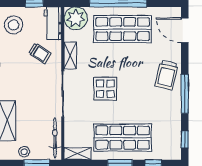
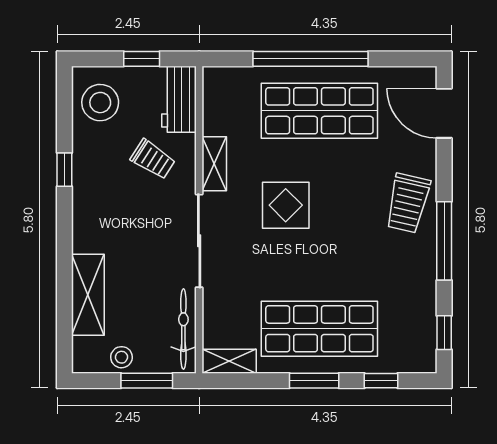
plant: (76, 18) -> (225, 89), removed
display table: (105, 89) -> (286, 205), moved

